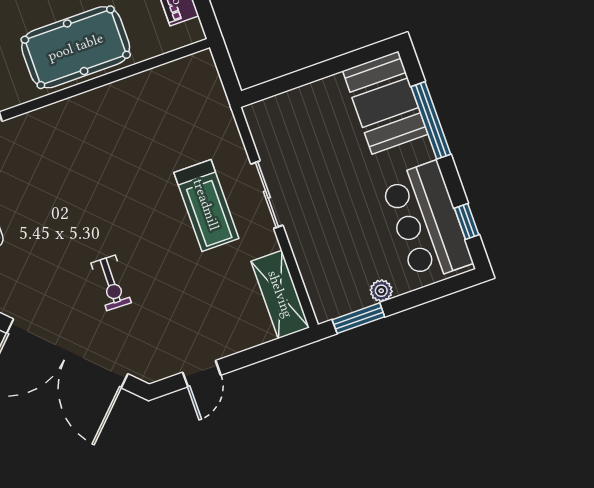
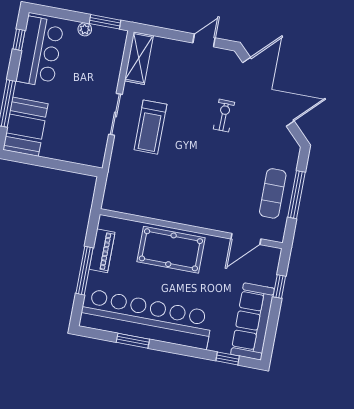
treadmill: (206, 205) -> (150, 127), turned 180

